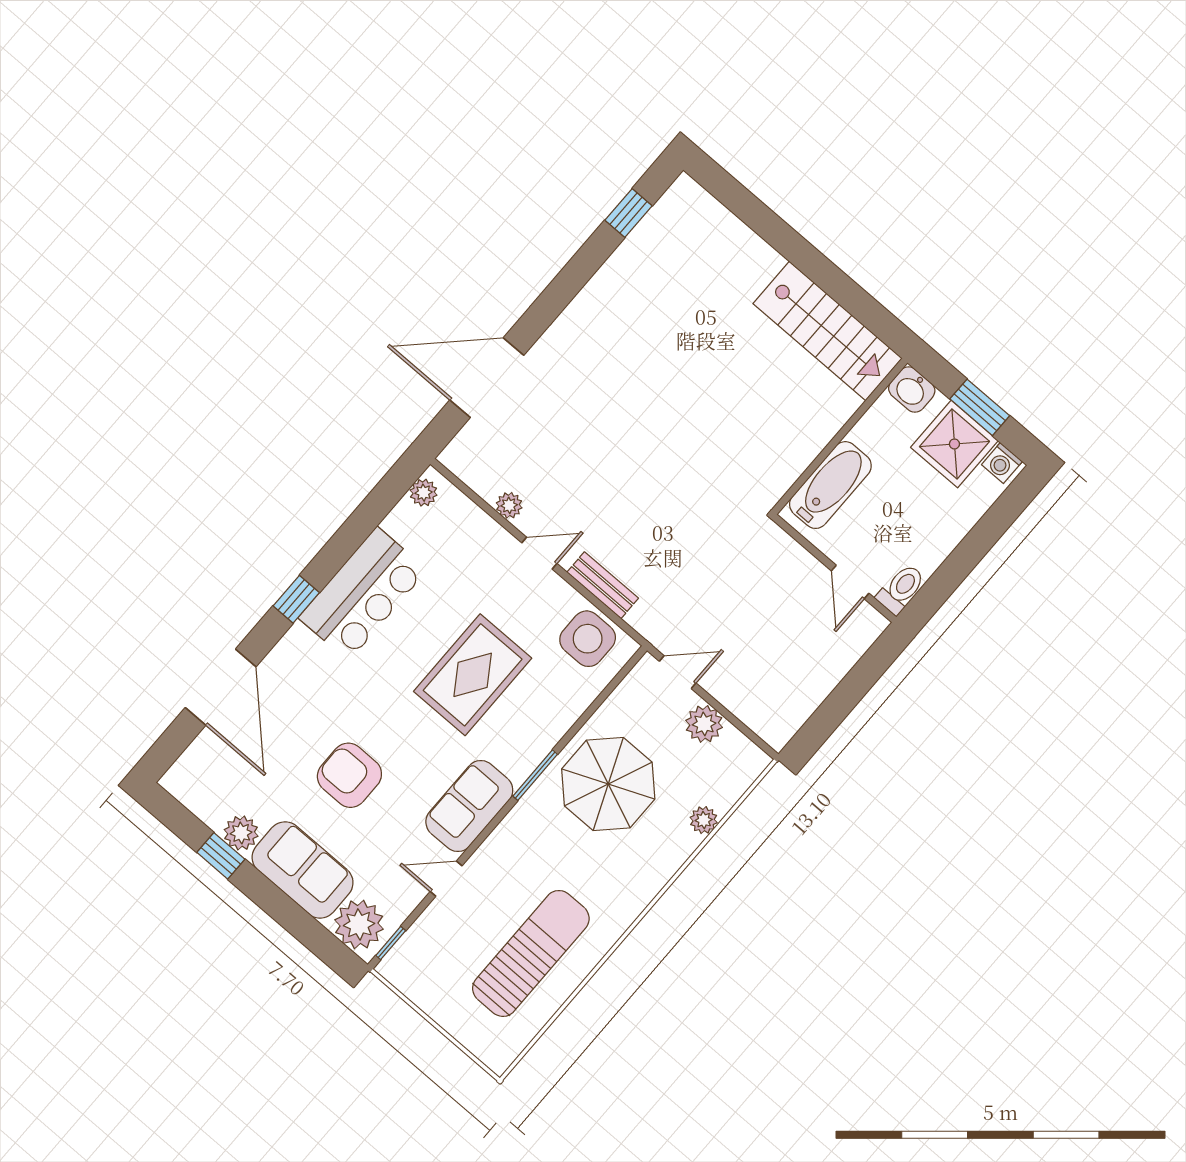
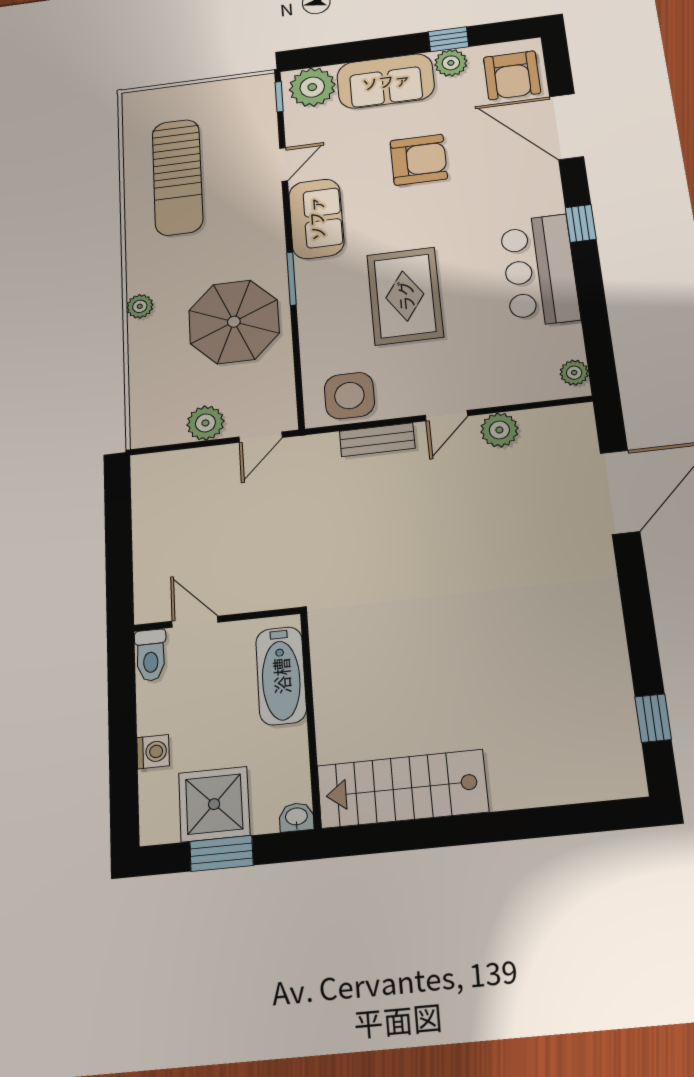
washbasin: (912, 390) -> (296, 817), width x0.72, depth x0.69
washing machine: (1002, 463) -> (153, 752), moved, turned 90
plant: (509, 505) -> (499, 430), width x1.38, depth x1.38
armchair: (211, 773) -> (512, 75), added
plant: (704, 820) -> (140, 306), moved

